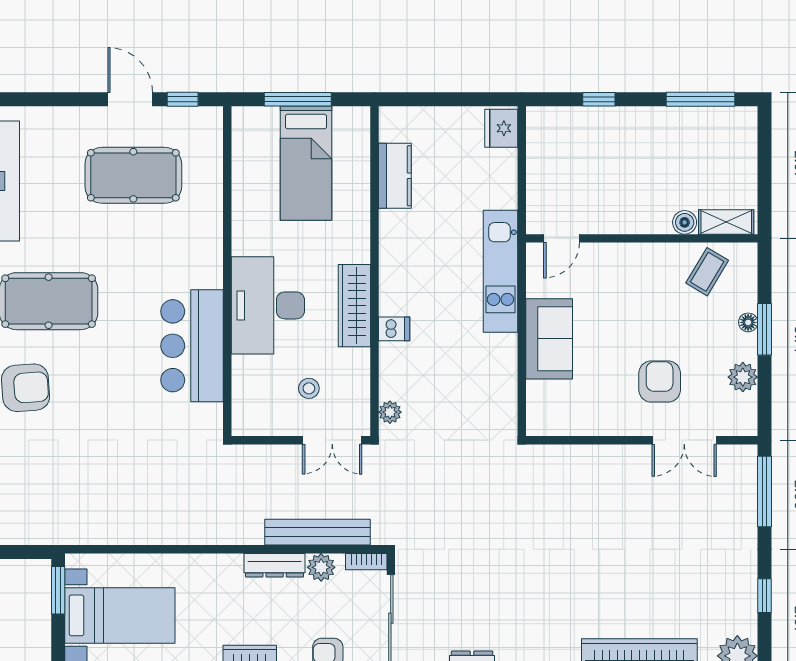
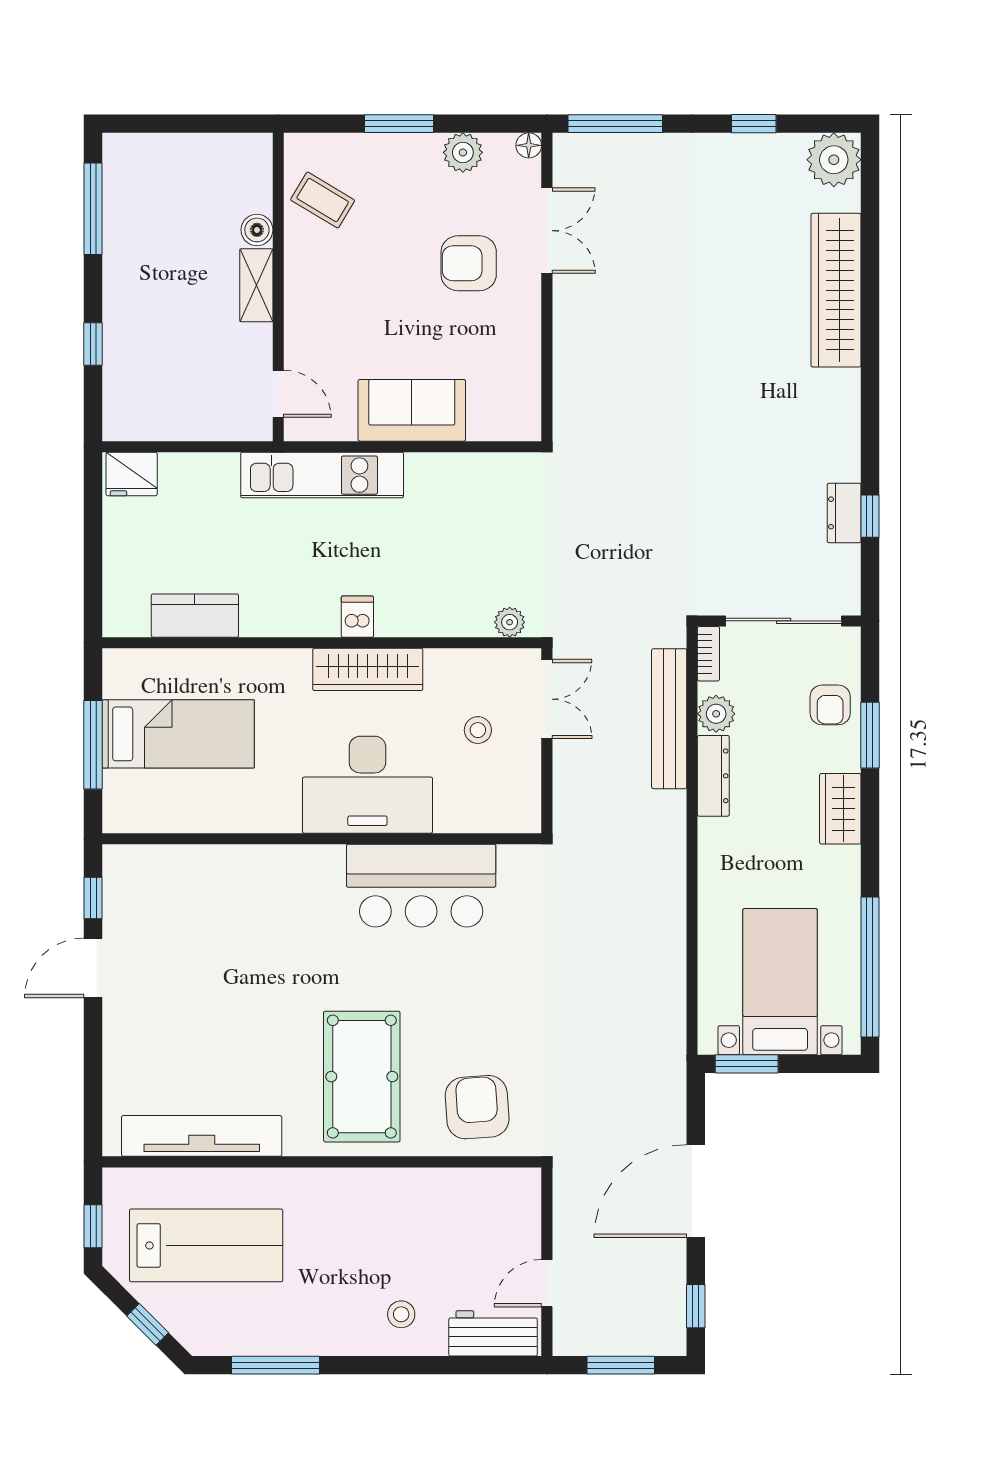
pool table: (133, 175) -> (194, 964), removed
shelving: (726, 222) -> (256, 285), moved
floor lamp: (748, 322) -> (529, 145), moved
dishwasher: (394, 329) -> (357, 617), moved

